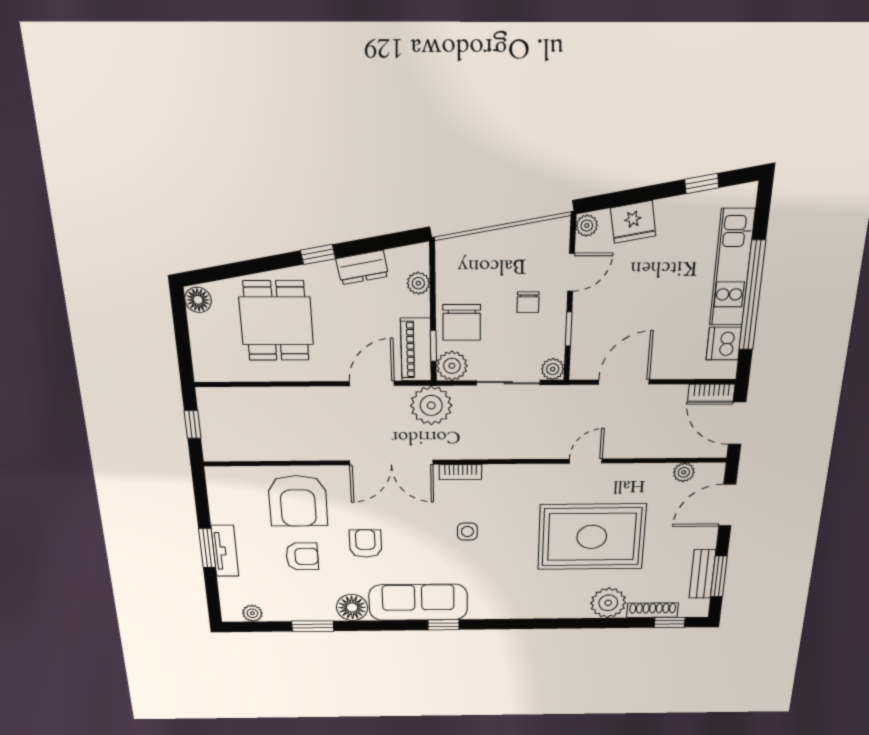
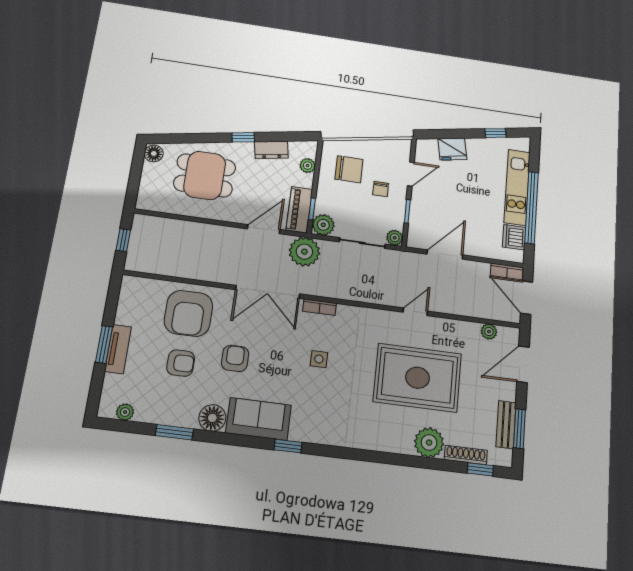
plant: (587, 226) -> (422, 147), removed
dining table: (276, 321) -> (205, 175), turned 90
chair: (462, 322) -> (349, 169), moved, turned -90
sofa: (418, 602) -> (259, 419), width x0.73

